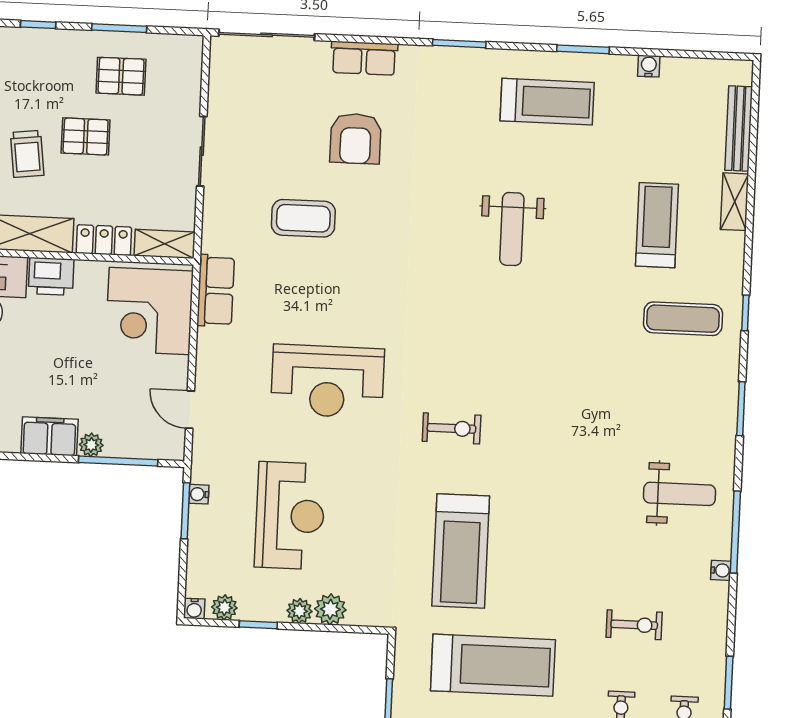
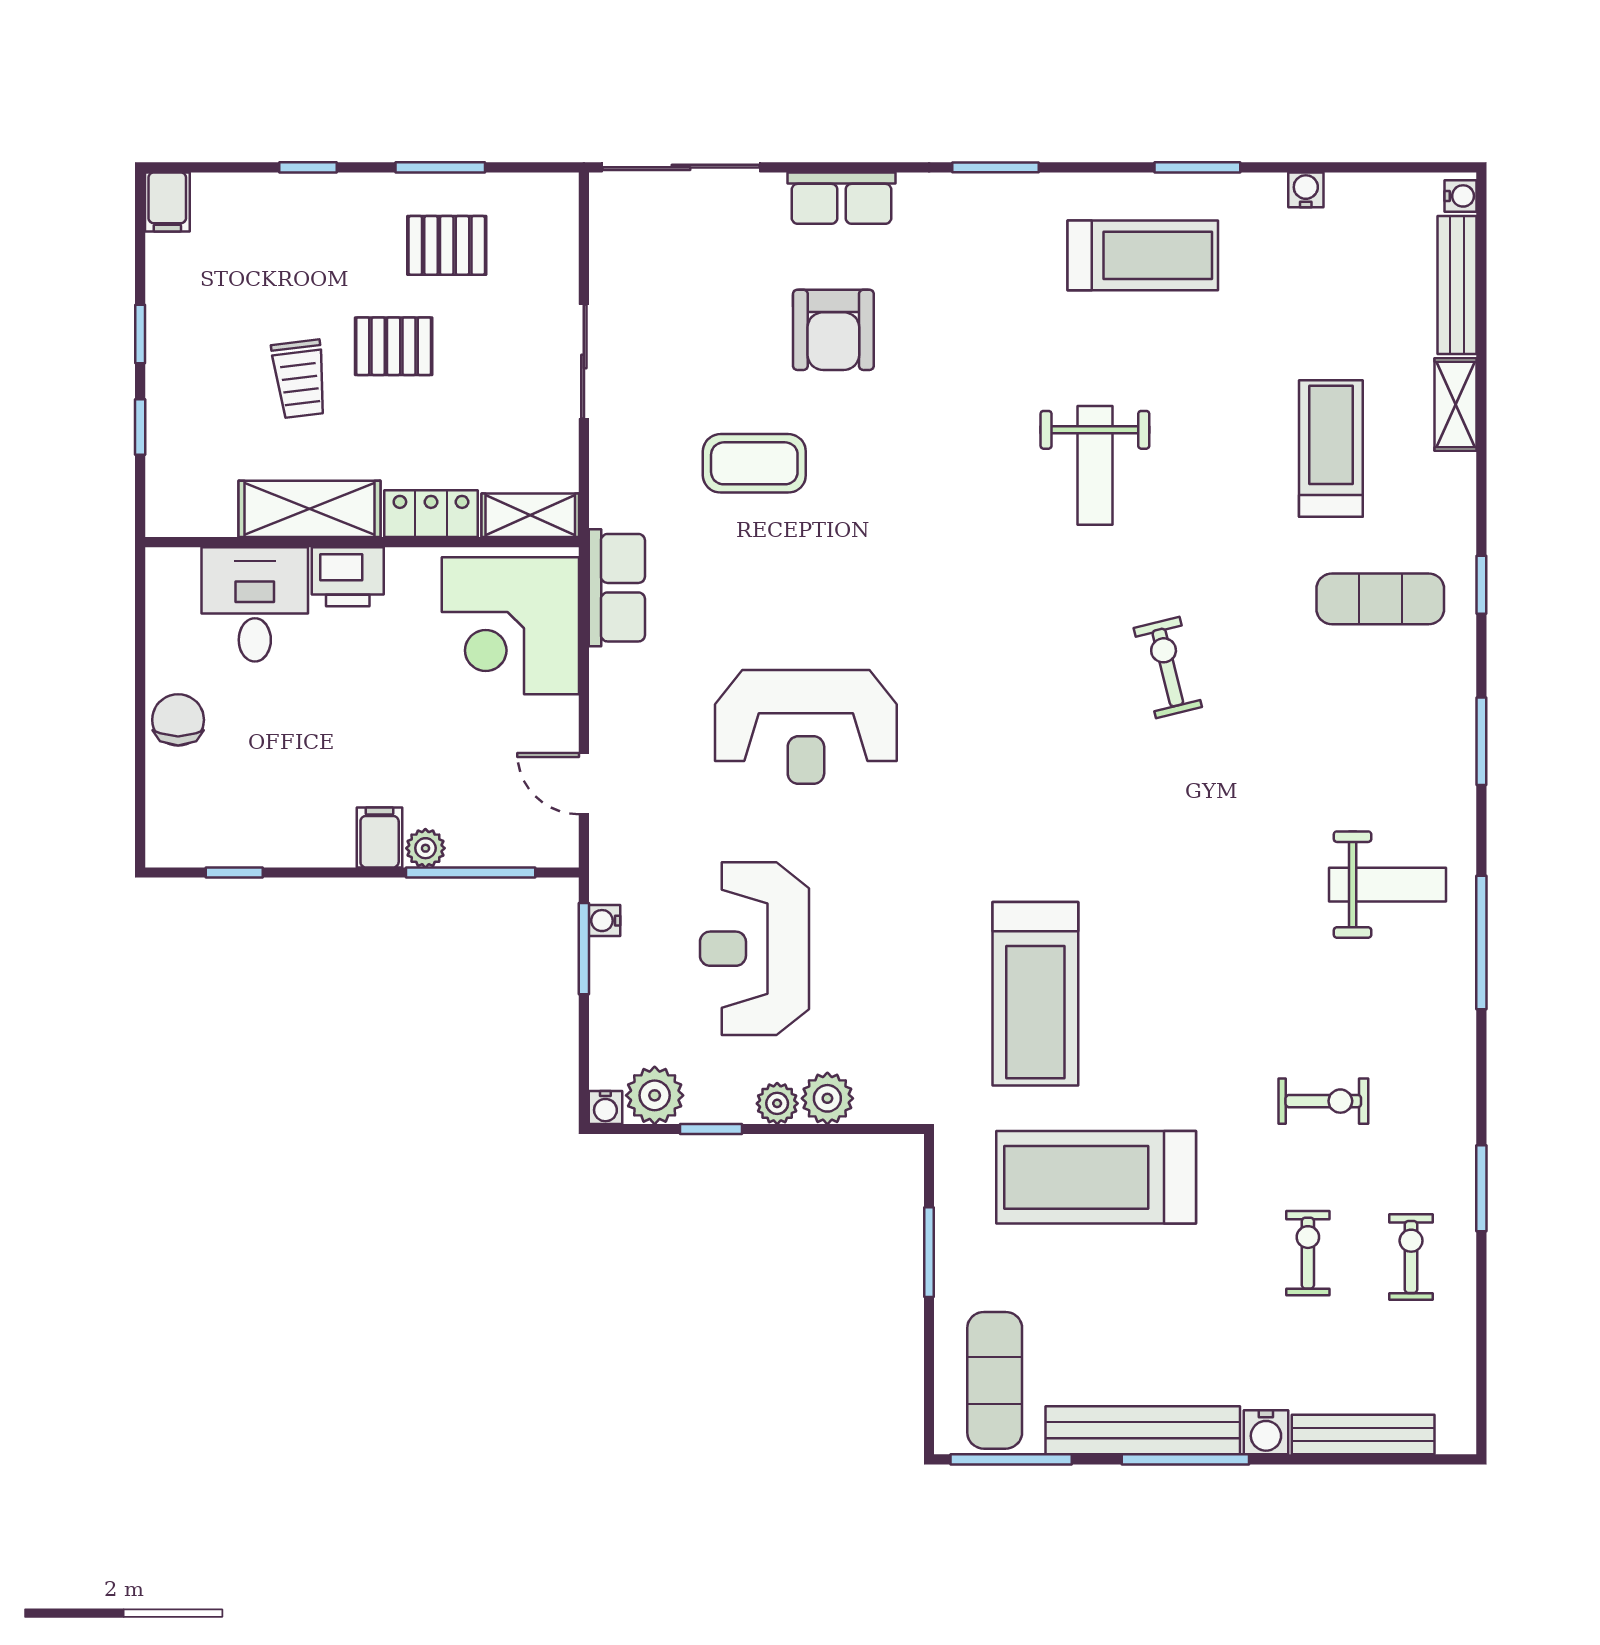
exercise bike: (452, 428) -> (1168, 667), moved, turned -104
filing cabinet: (49, 436) -> (380, 837), width x0.50
reception desk: (290, 516) -> (754, 949), turned 180
water cooler: (721, 570) -> (1461, 196), moved
plant: (224, 607) -> (655, 1095), width x1.38, depth x1.38
treadmill: (493, 665) -> (1096, 1177), turned 180

